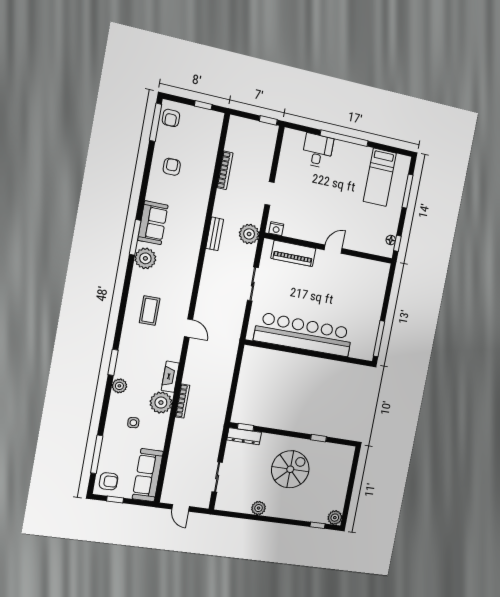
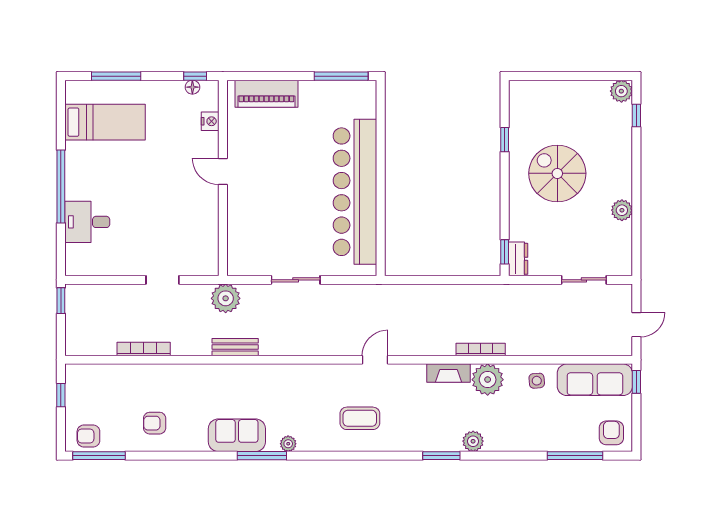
armchair: (171, 118) -> (88, 436), turned 180
nightstand: (276, 229) -> (210, 121), moved
piano: (293, 253) -> (266, 94), moved, turned 90
plant: (145, 258) -> (288, 444), width x0.53, depth x0.53
side table: (133, 423) -> (537, 381), moved
dresser: (244, 436) -> (518, 259), width x0.70
window: (115, 500) -> (636, 382), moved

